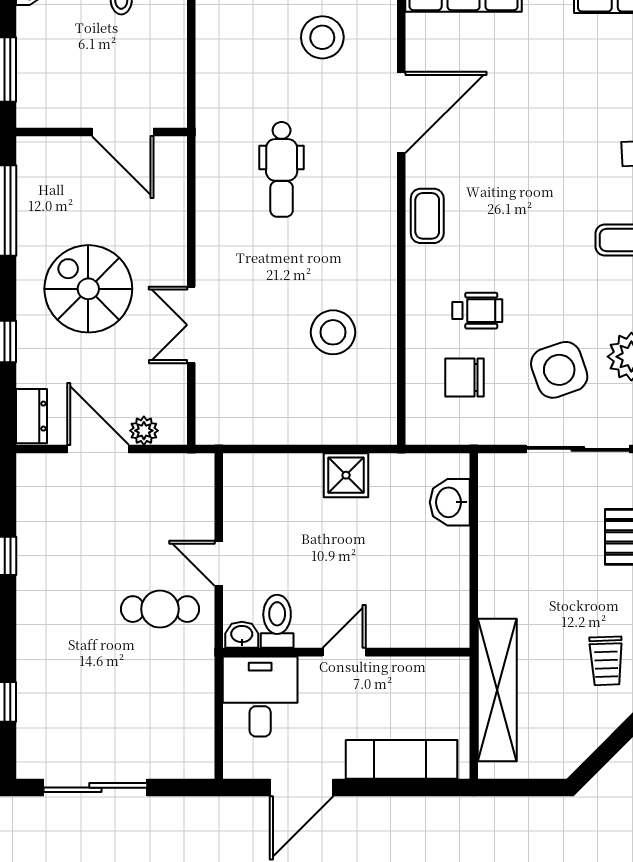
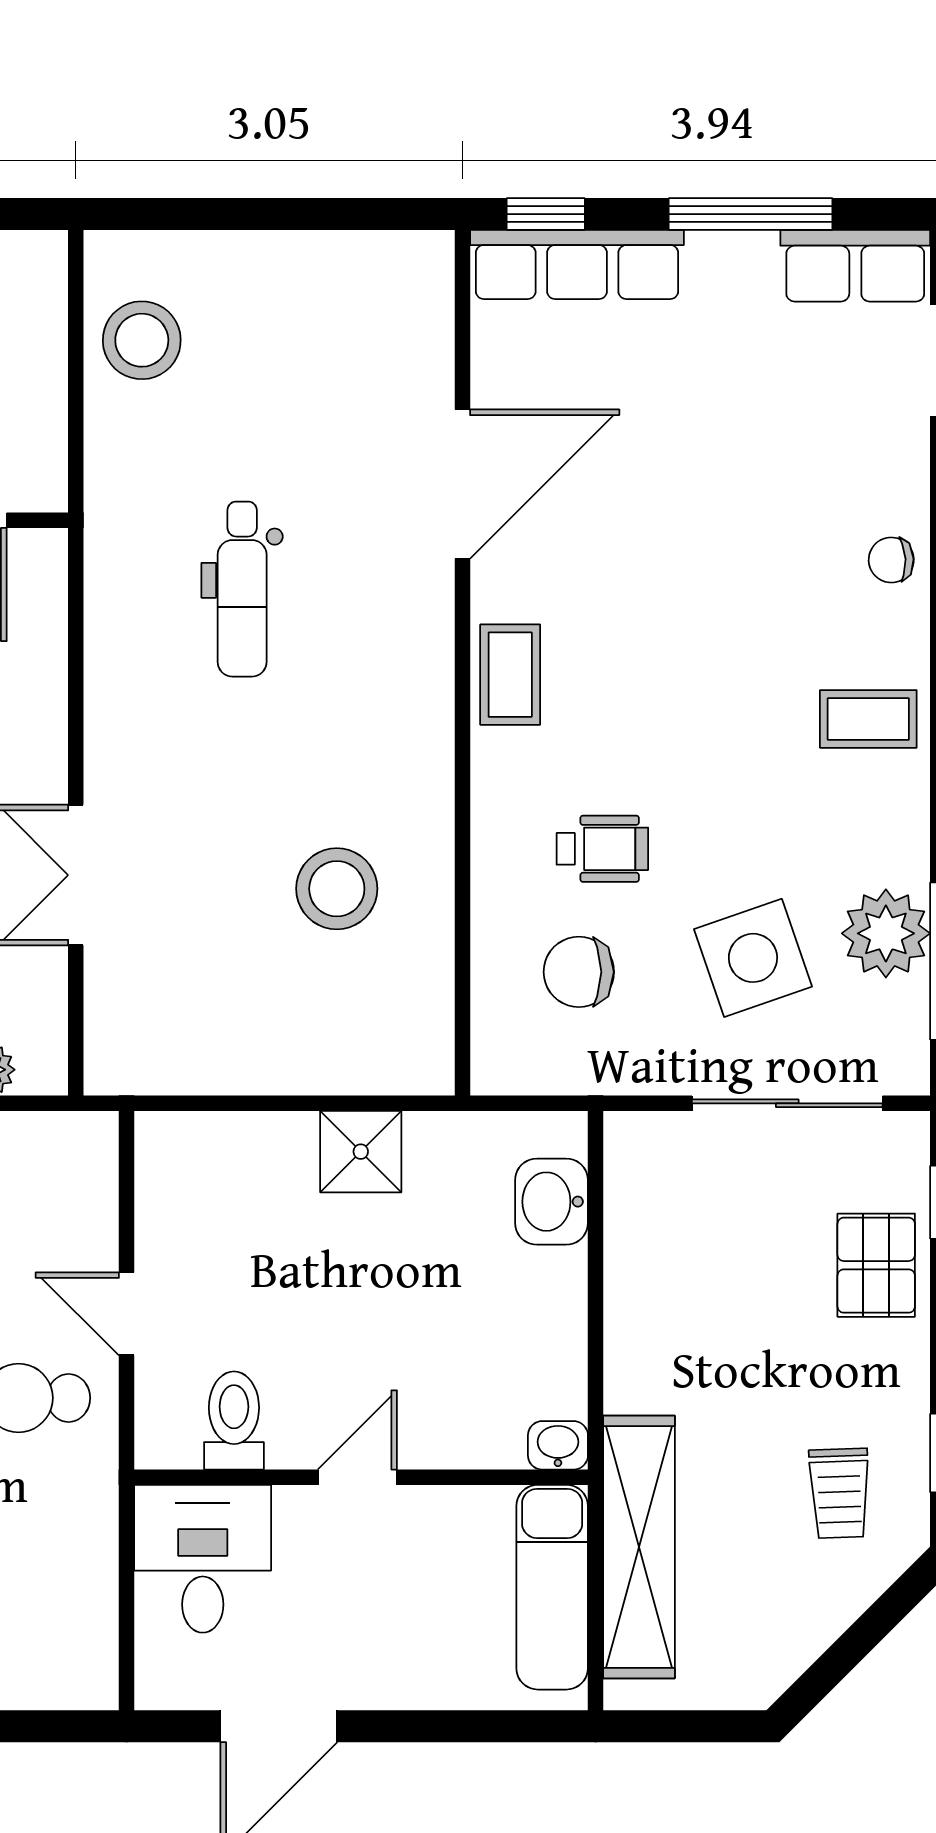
stool: (322, 37) -> (142, 340), moved
washbasin: (242, 635) -> (558, 1445), moved
exam couch: (402, 759) -> (552, 1587), moved, turned -90

